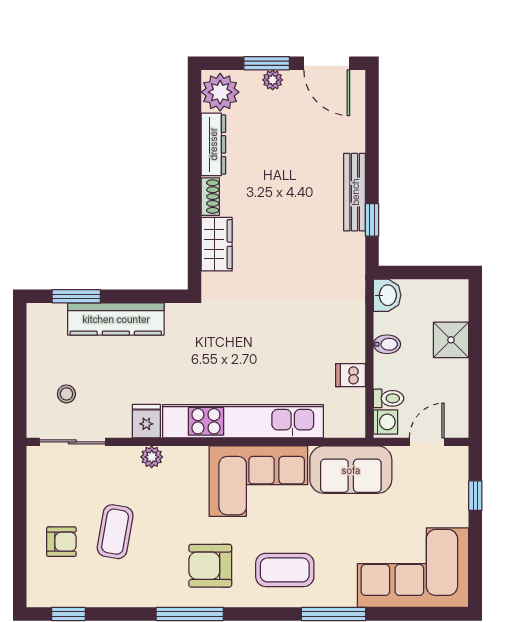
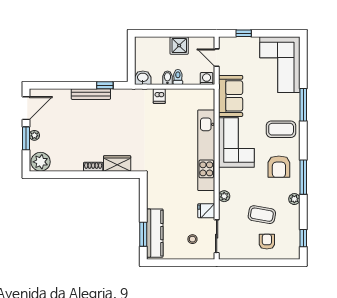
dresser: (213, 144) -> (67, 165), removed
kitchen counter: (116, 319) -> (155, 233), moved
shower: (451, 340) -> (179, 46), moved
dishwasher: (350, 375) -> (159, 96), moved
toilet: (388, 398) -> (178, 77), moved
fridge: (146, 421) -> (206, 211), moved
coffee table: (285, 570) -> (281, 129), turned 90
plant: (146, 596) -> (294, 199), added

